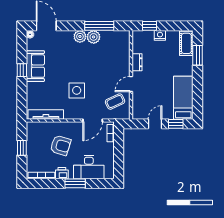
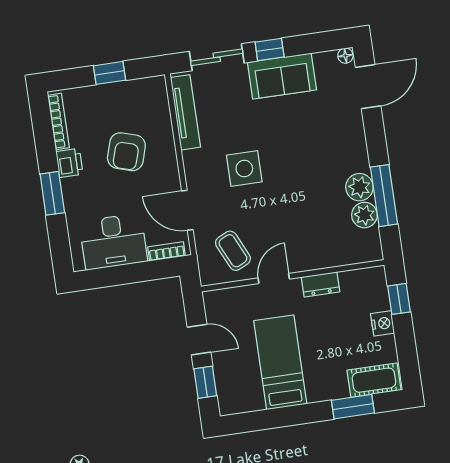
plant: (80, 36) -> (364, 215), moved
door: (131, 84) -> (274, 279), hinge flipped
sliding door: (22, 96) -> (217, 57), added
bed: (183, 98) -> (280, 362), moved, turned -90
desk: (89, 167) -> (113, 242), moved, turned -90

